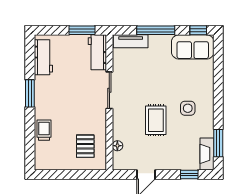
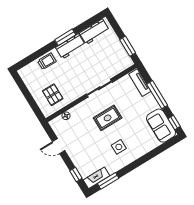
workbench: (97, 52) -> (70, 46), moved, turned 180
rug: (156, 120) -> (108, 118), moved
pallet: (85, 146) -> (53, 95), turned 90

